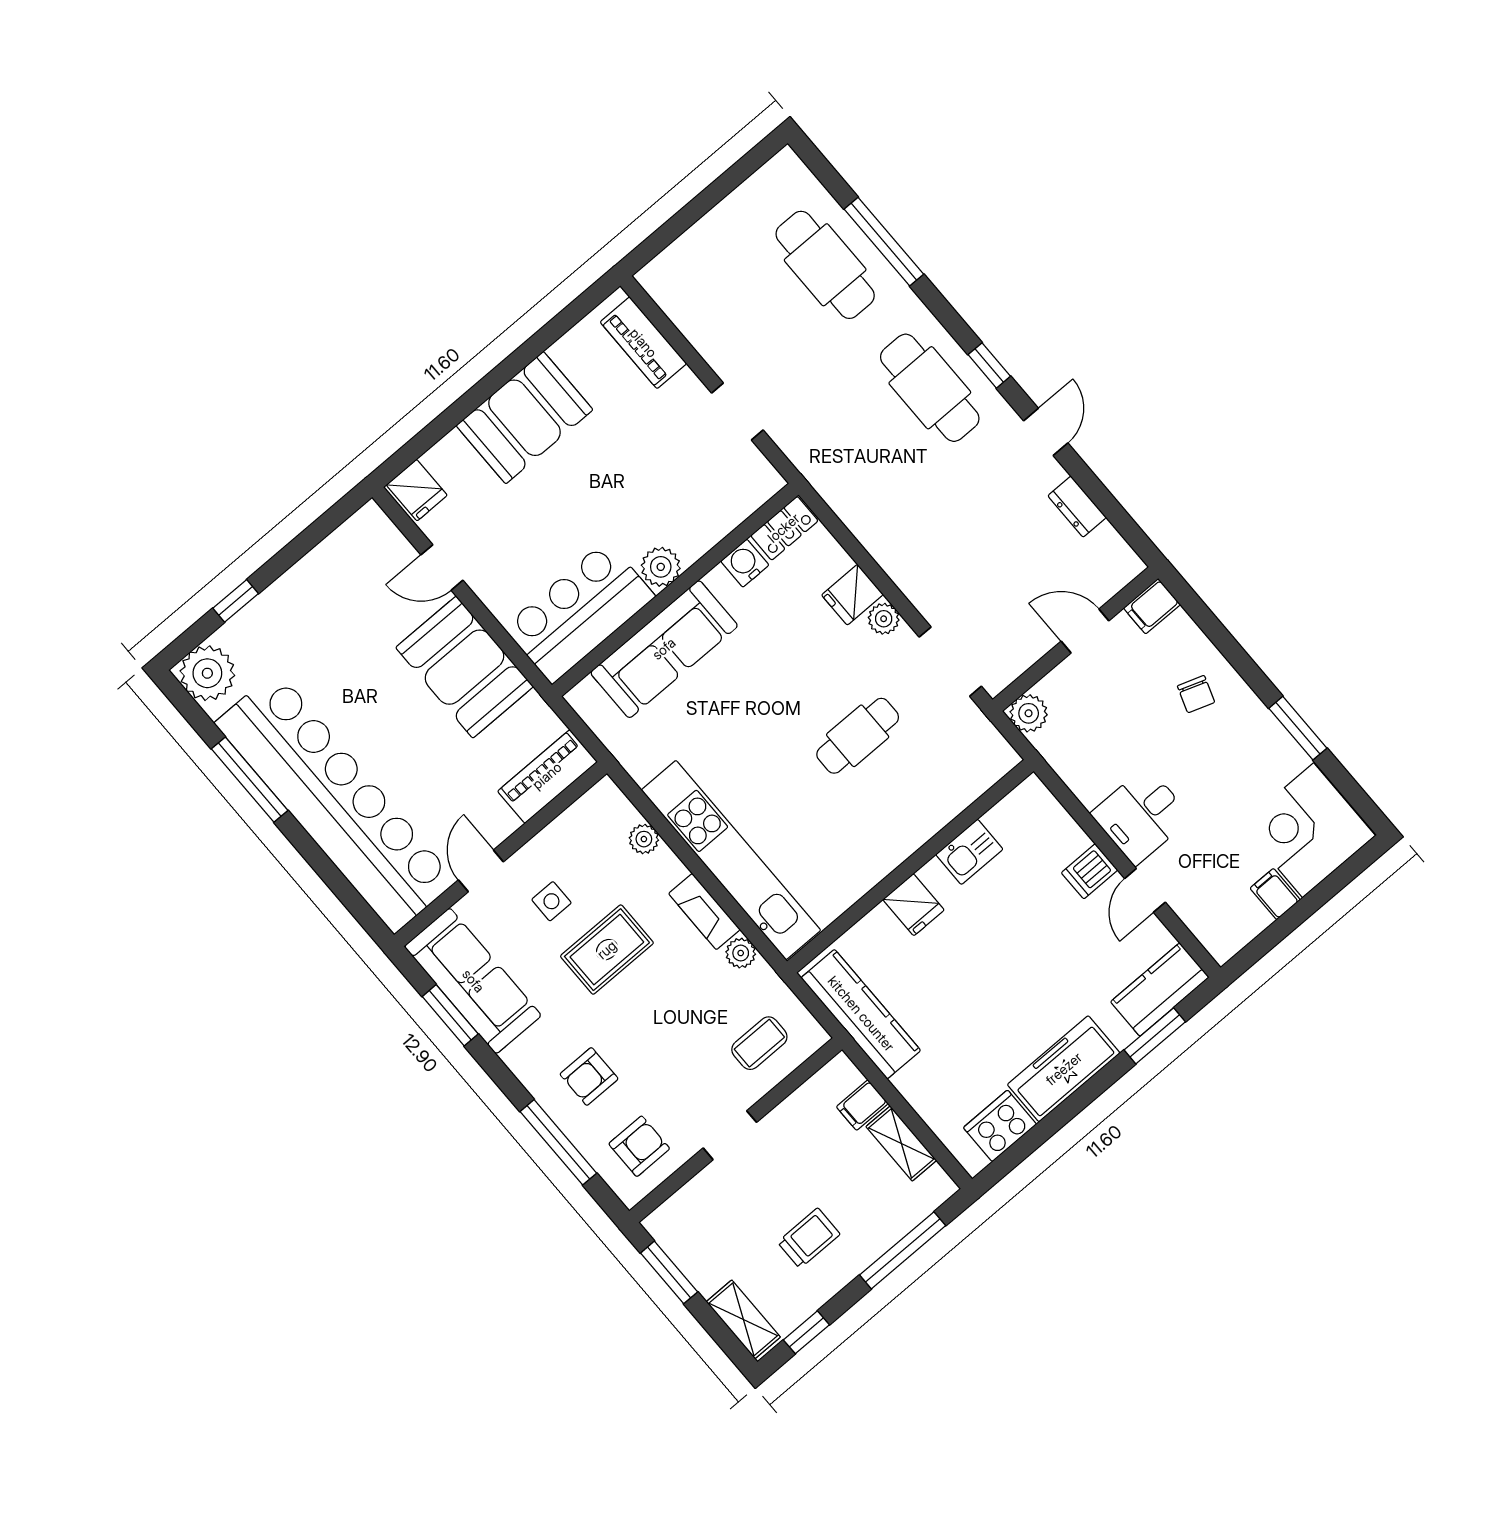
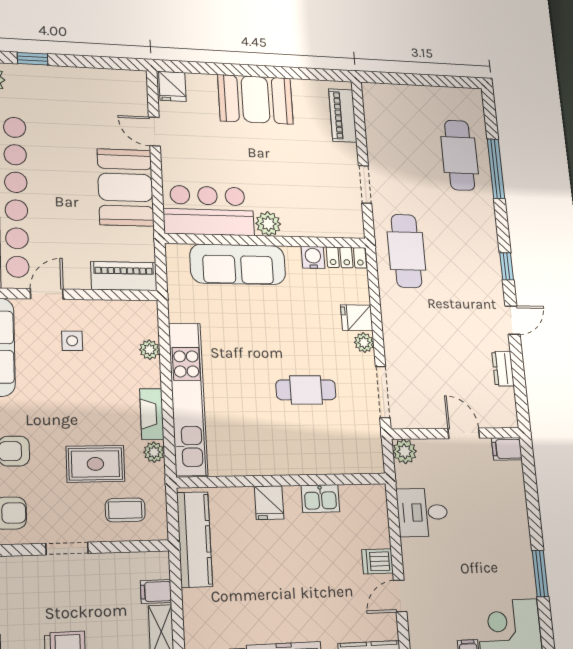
cafe table: (930, 388) -> (406, 251), moved
chair: (1196, 694) -> (499, 512), removed
desk: (1141, 816) -> (422, 512), moved
rug: (607, 950) -> (95, 464), moved

